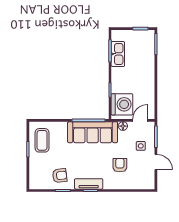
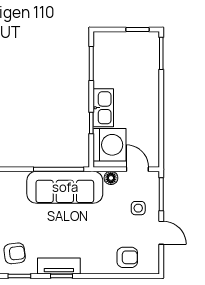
kitchen sink: (118, 54) -> (103, 108), moved
door: (140, 120) -> (137, 169), hinge flipped
armchair: (120, 165) -> (127, 257), moved, turned 90

